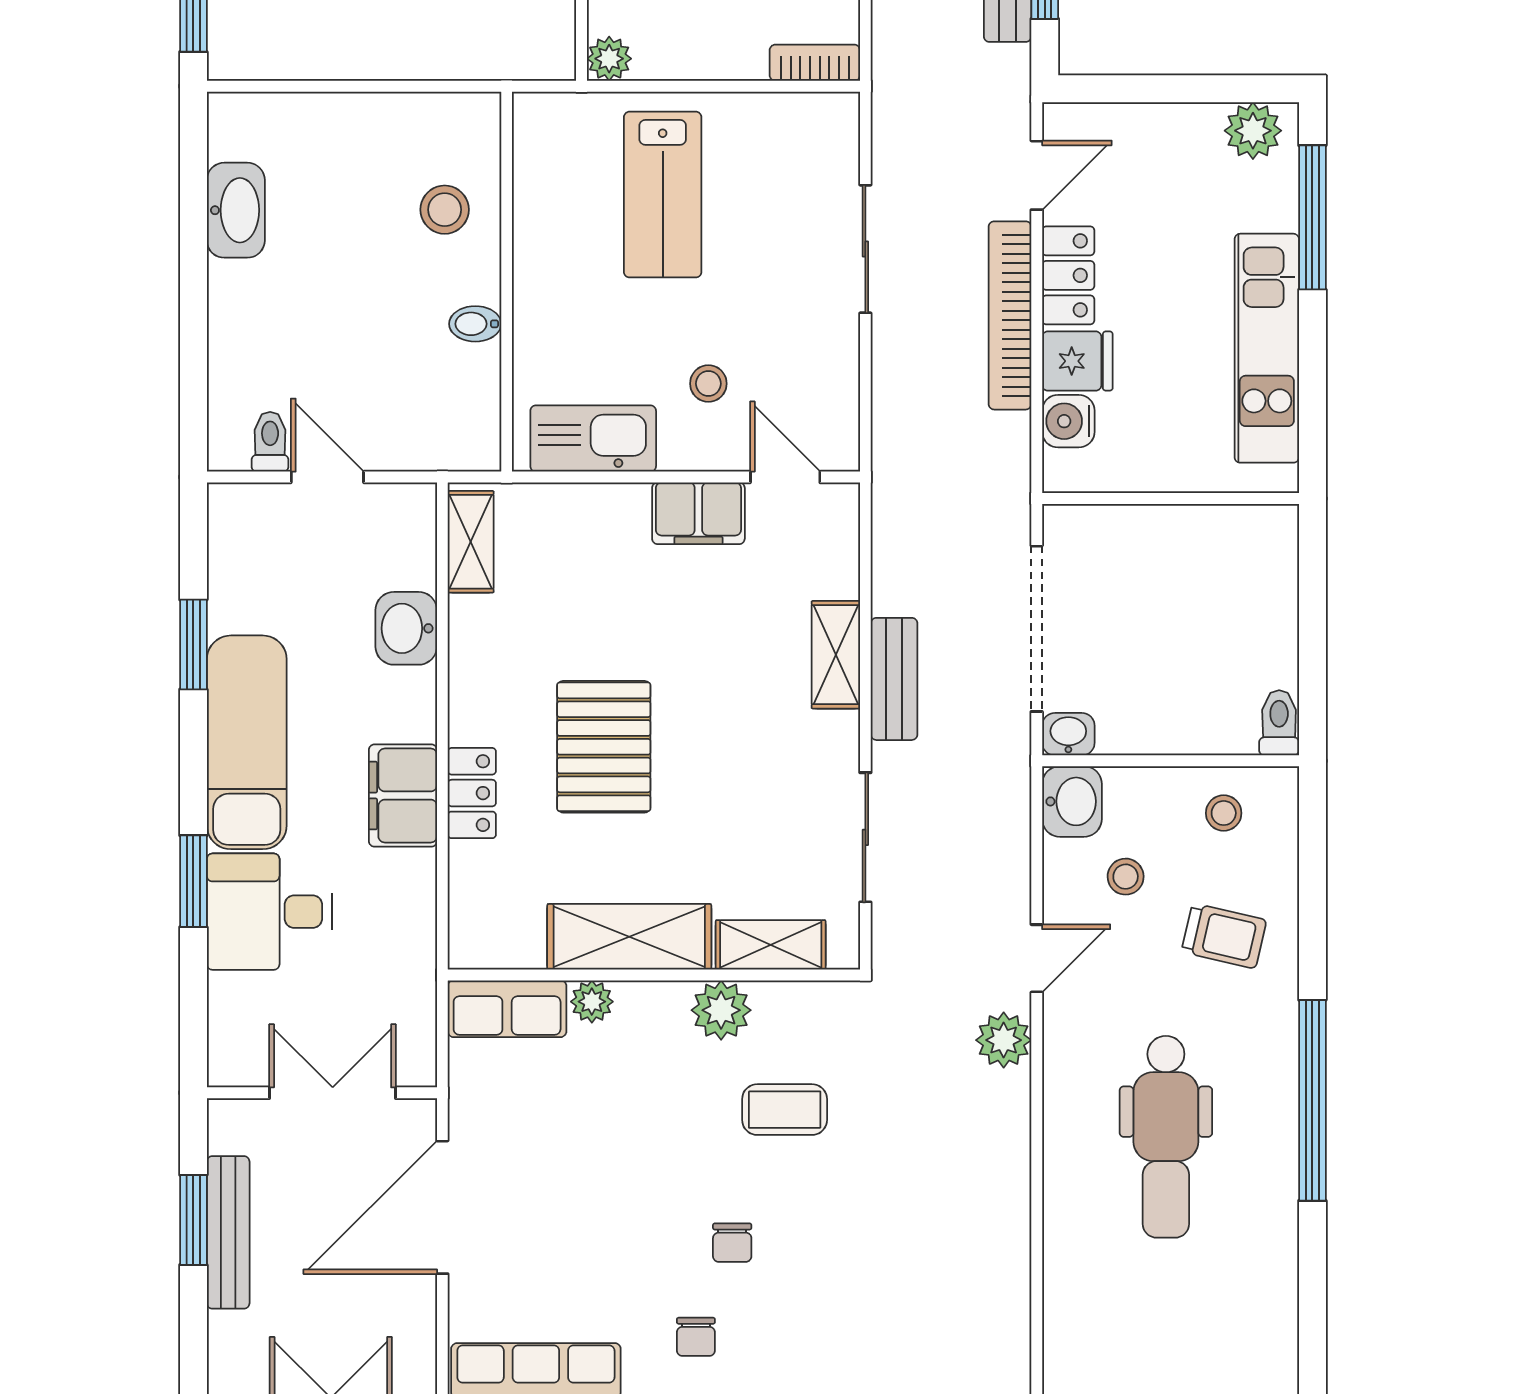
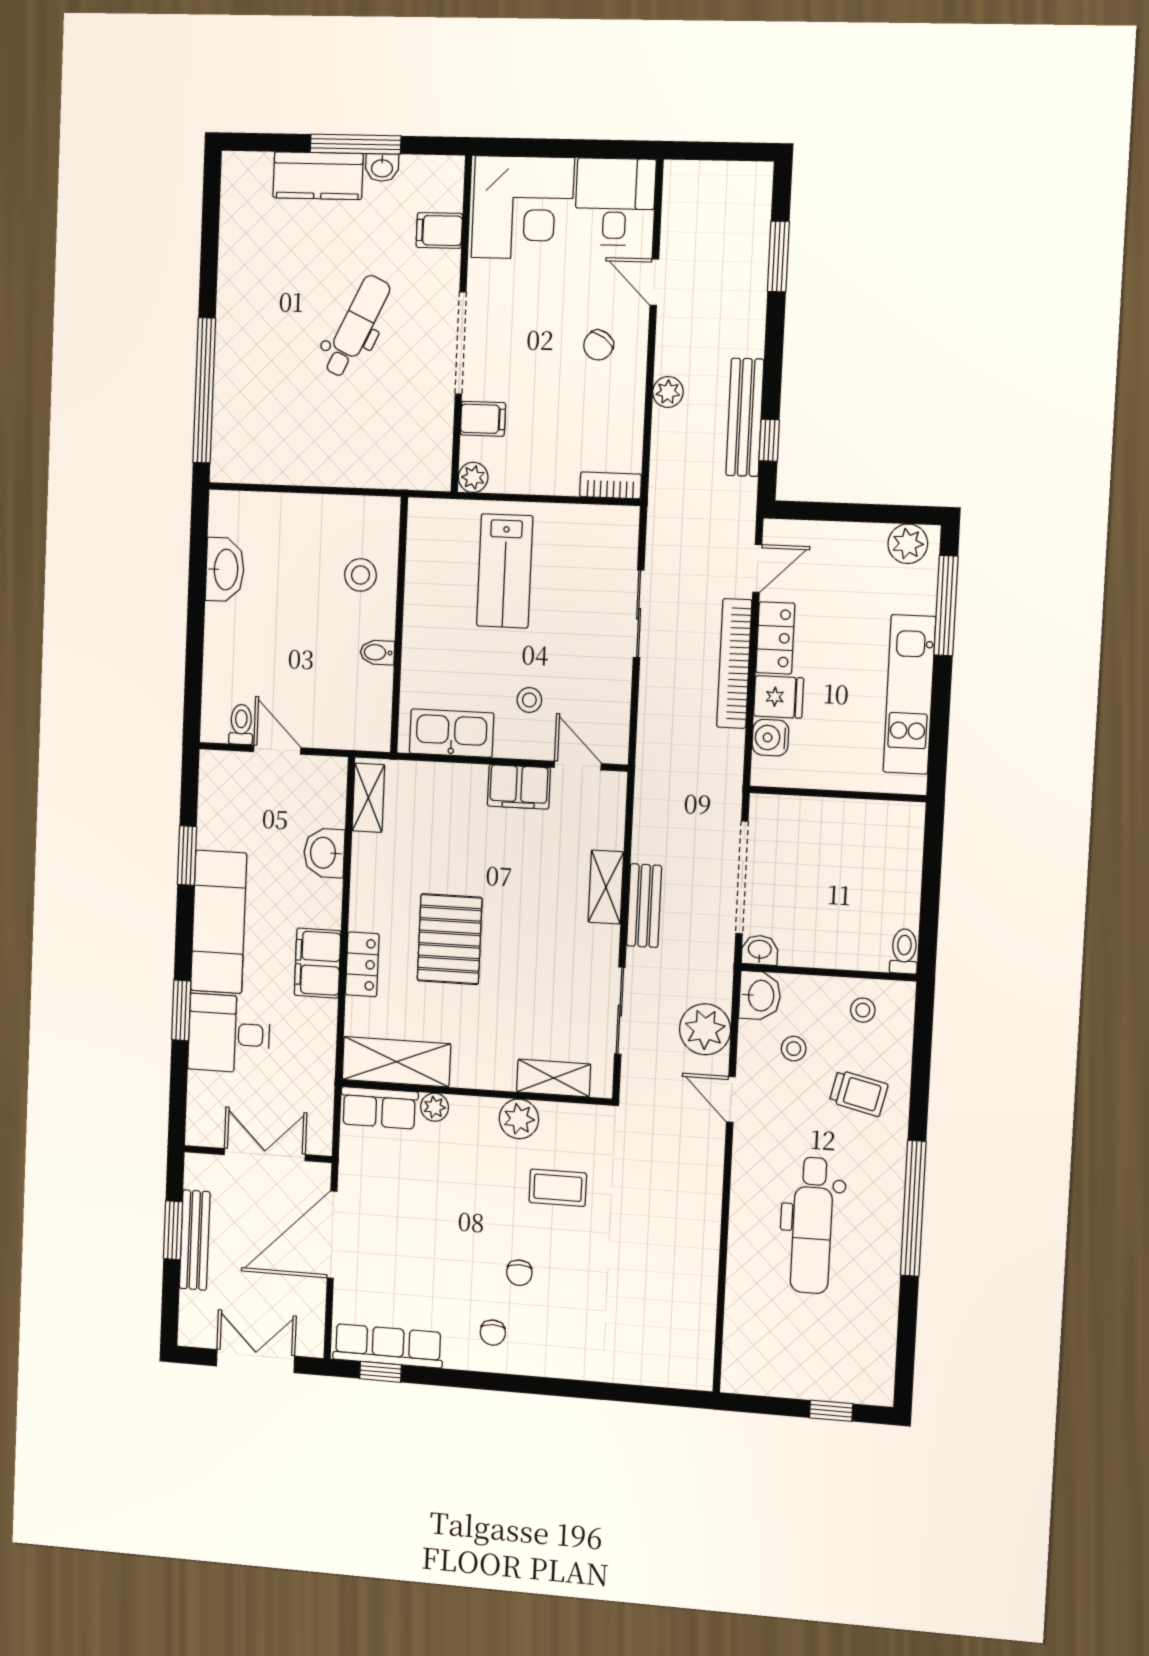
shelving: (629, 937) -> (396, 1062), moved
door: (1037, 958) -> (731, 1099), swing flipped
plant: (1004, 1040) -> (705, 1029), moved, width x1.36, depth x1.36

